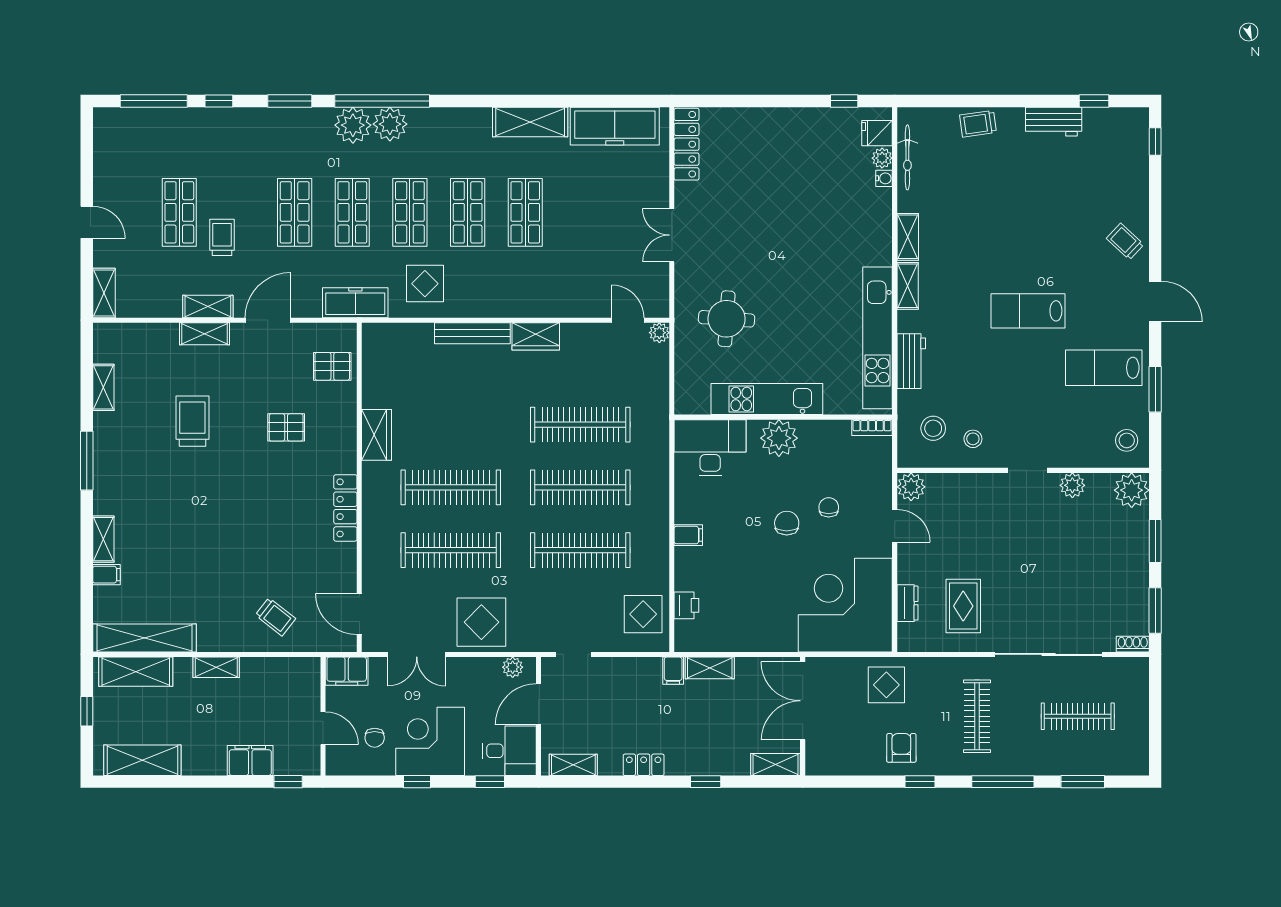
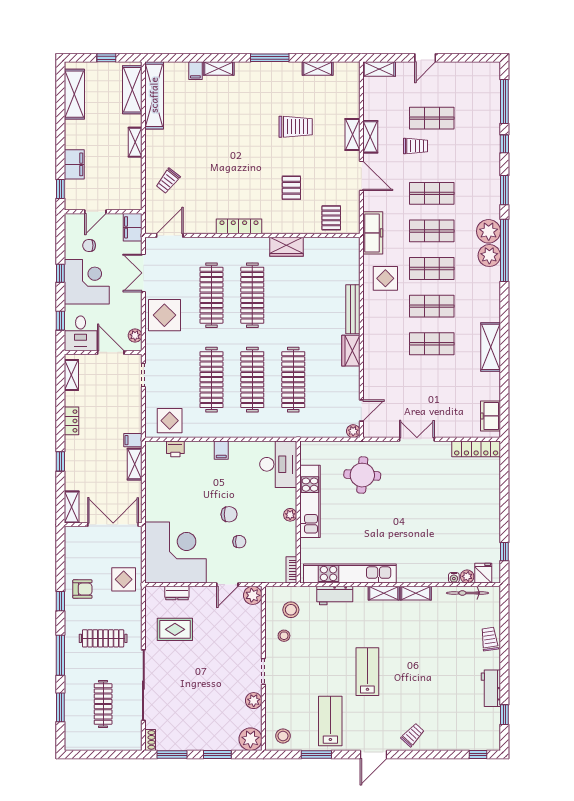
freezer: (615, 126) -> (491, 416), width x0.52, depth x0.79
plant: (779, 438) -> (290, 515), width x0.53, depth x0.53

